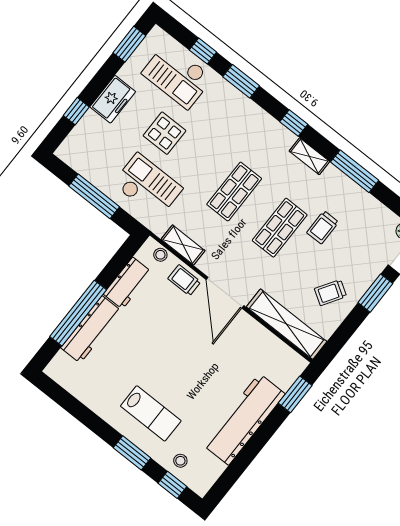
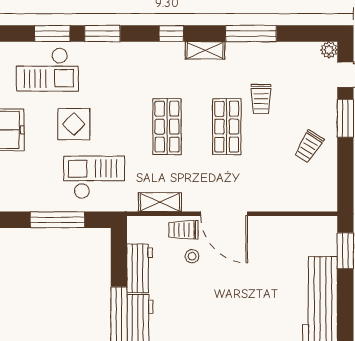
window: (203, 51) -> (52, 33), width x1.50
stool: (160, 255) -> (192, 256), moved
shelving: (287, 324) -> (294, 200), removed

